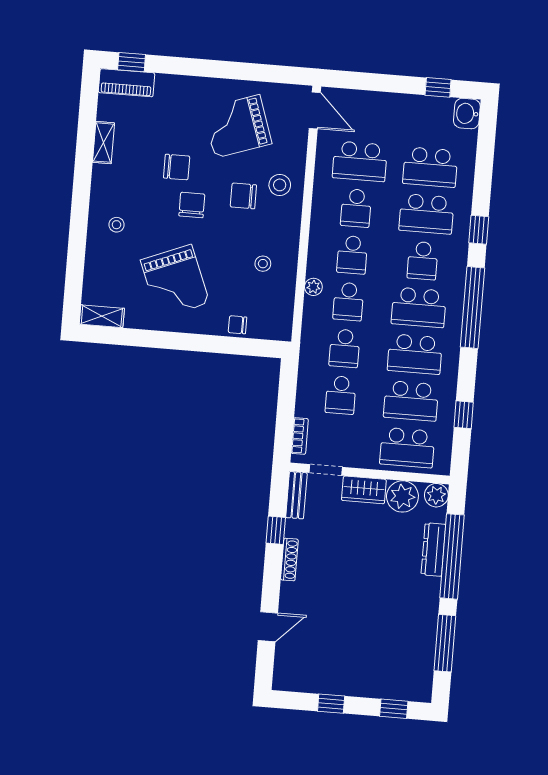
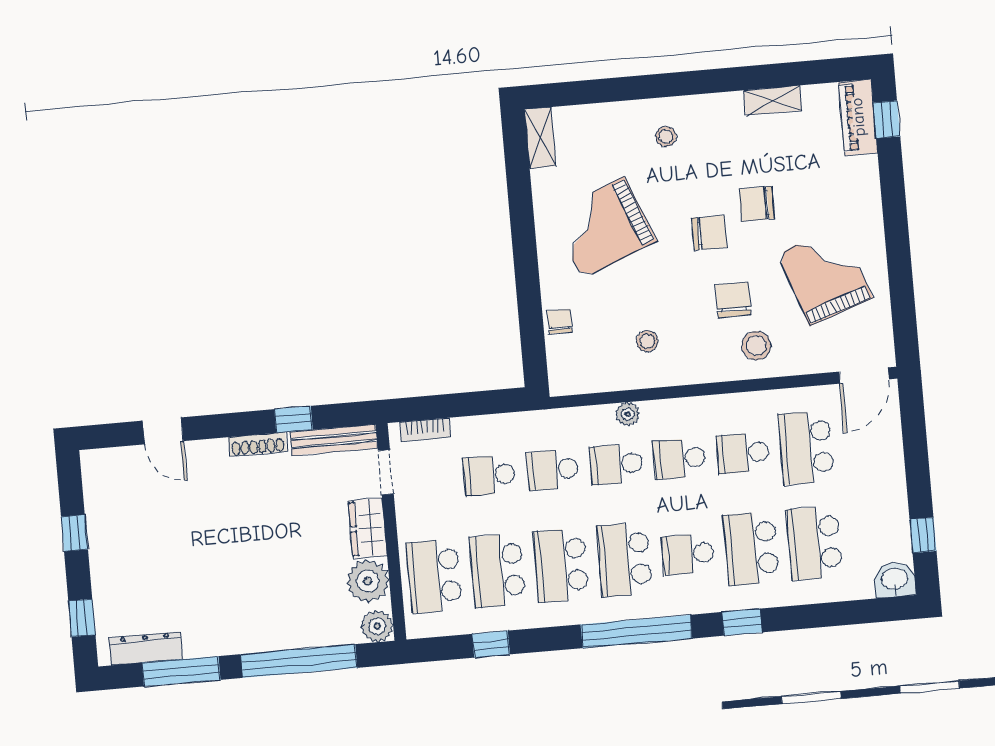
chair: (177, 167) -> (757, 204), turned 90
bench: (296, 495) -> (334, 440), width x1.36
dresser: (433, 550) -> (146, 648), moved

